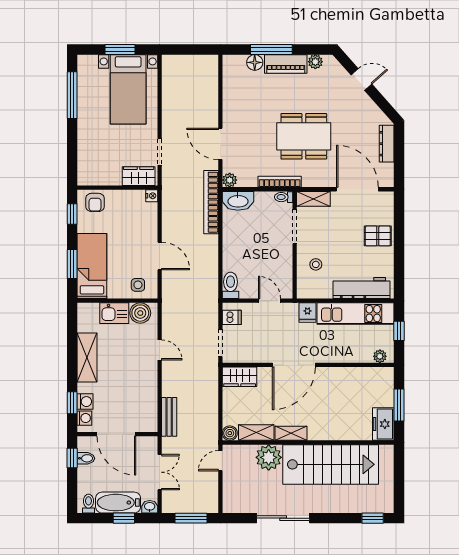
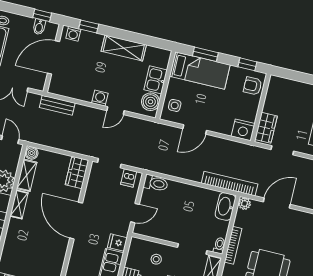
nightstand: (152, 196) -> (243, 130), width x1.89, depth x1.79
washing machine: (85, 402) -> (100, 98), moved, turned 180

